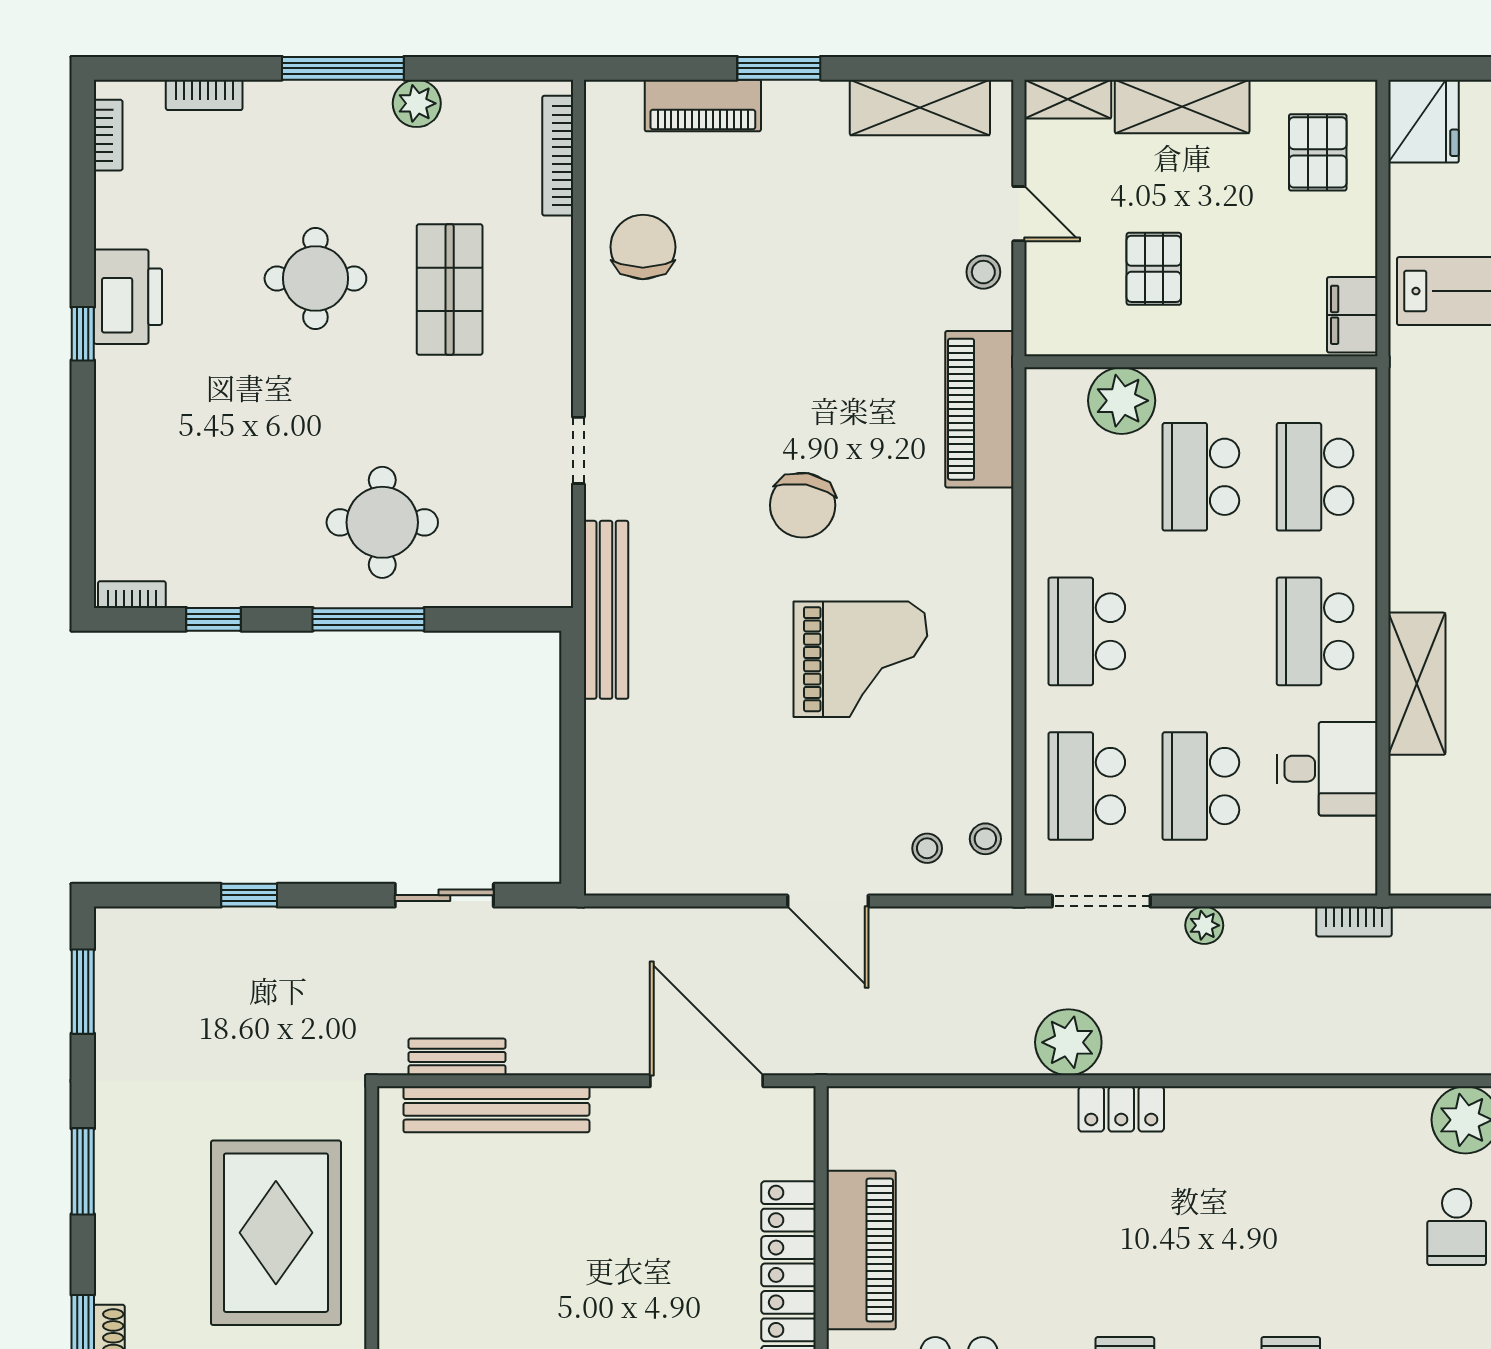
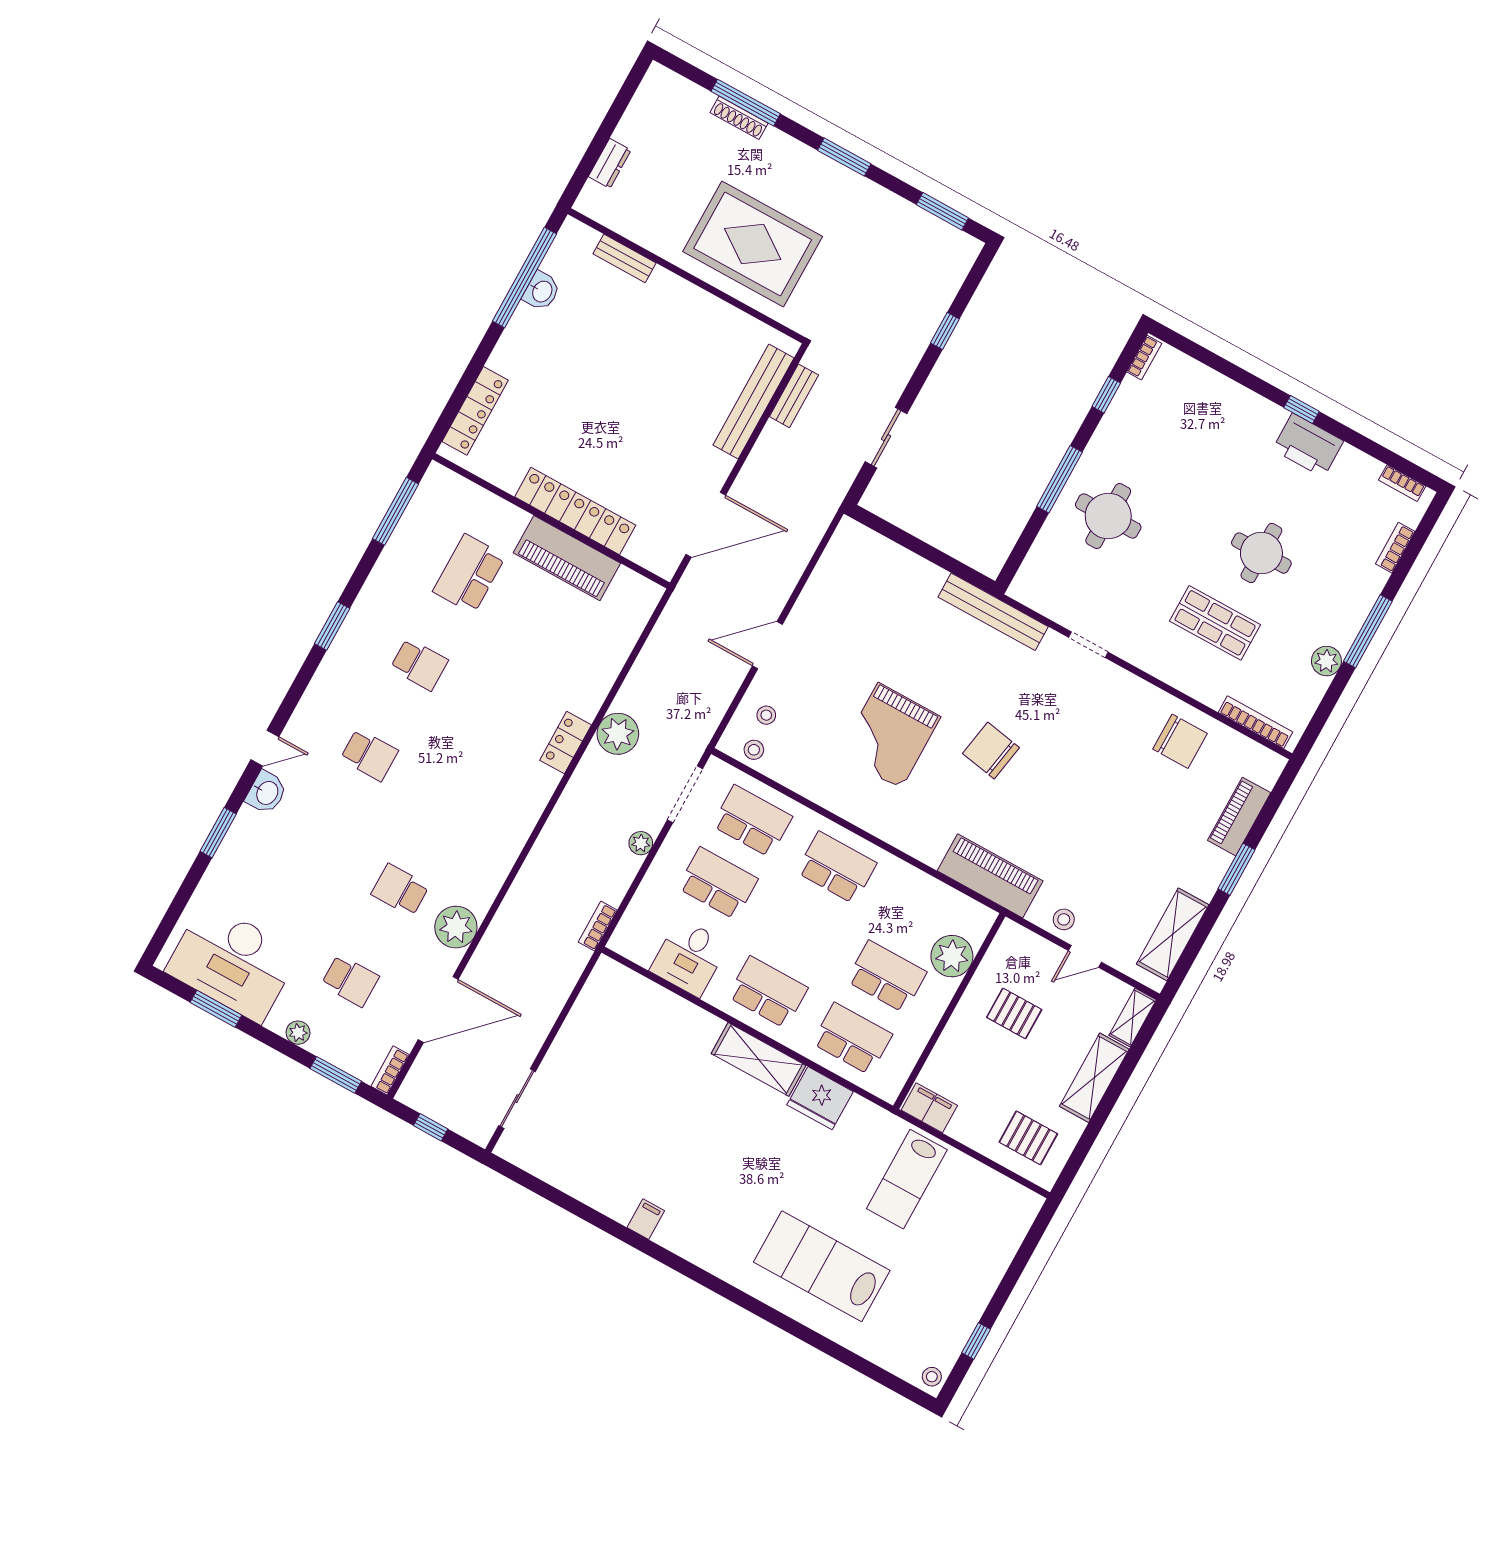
fridge: (1423, 121) -> (820, 1098), moved
shelving: (1417, 684) -> (759, 1059), moved

